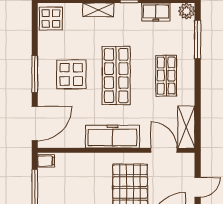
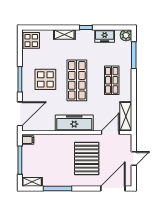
door: (164, 150) -> (110, 133), hinge flipped

